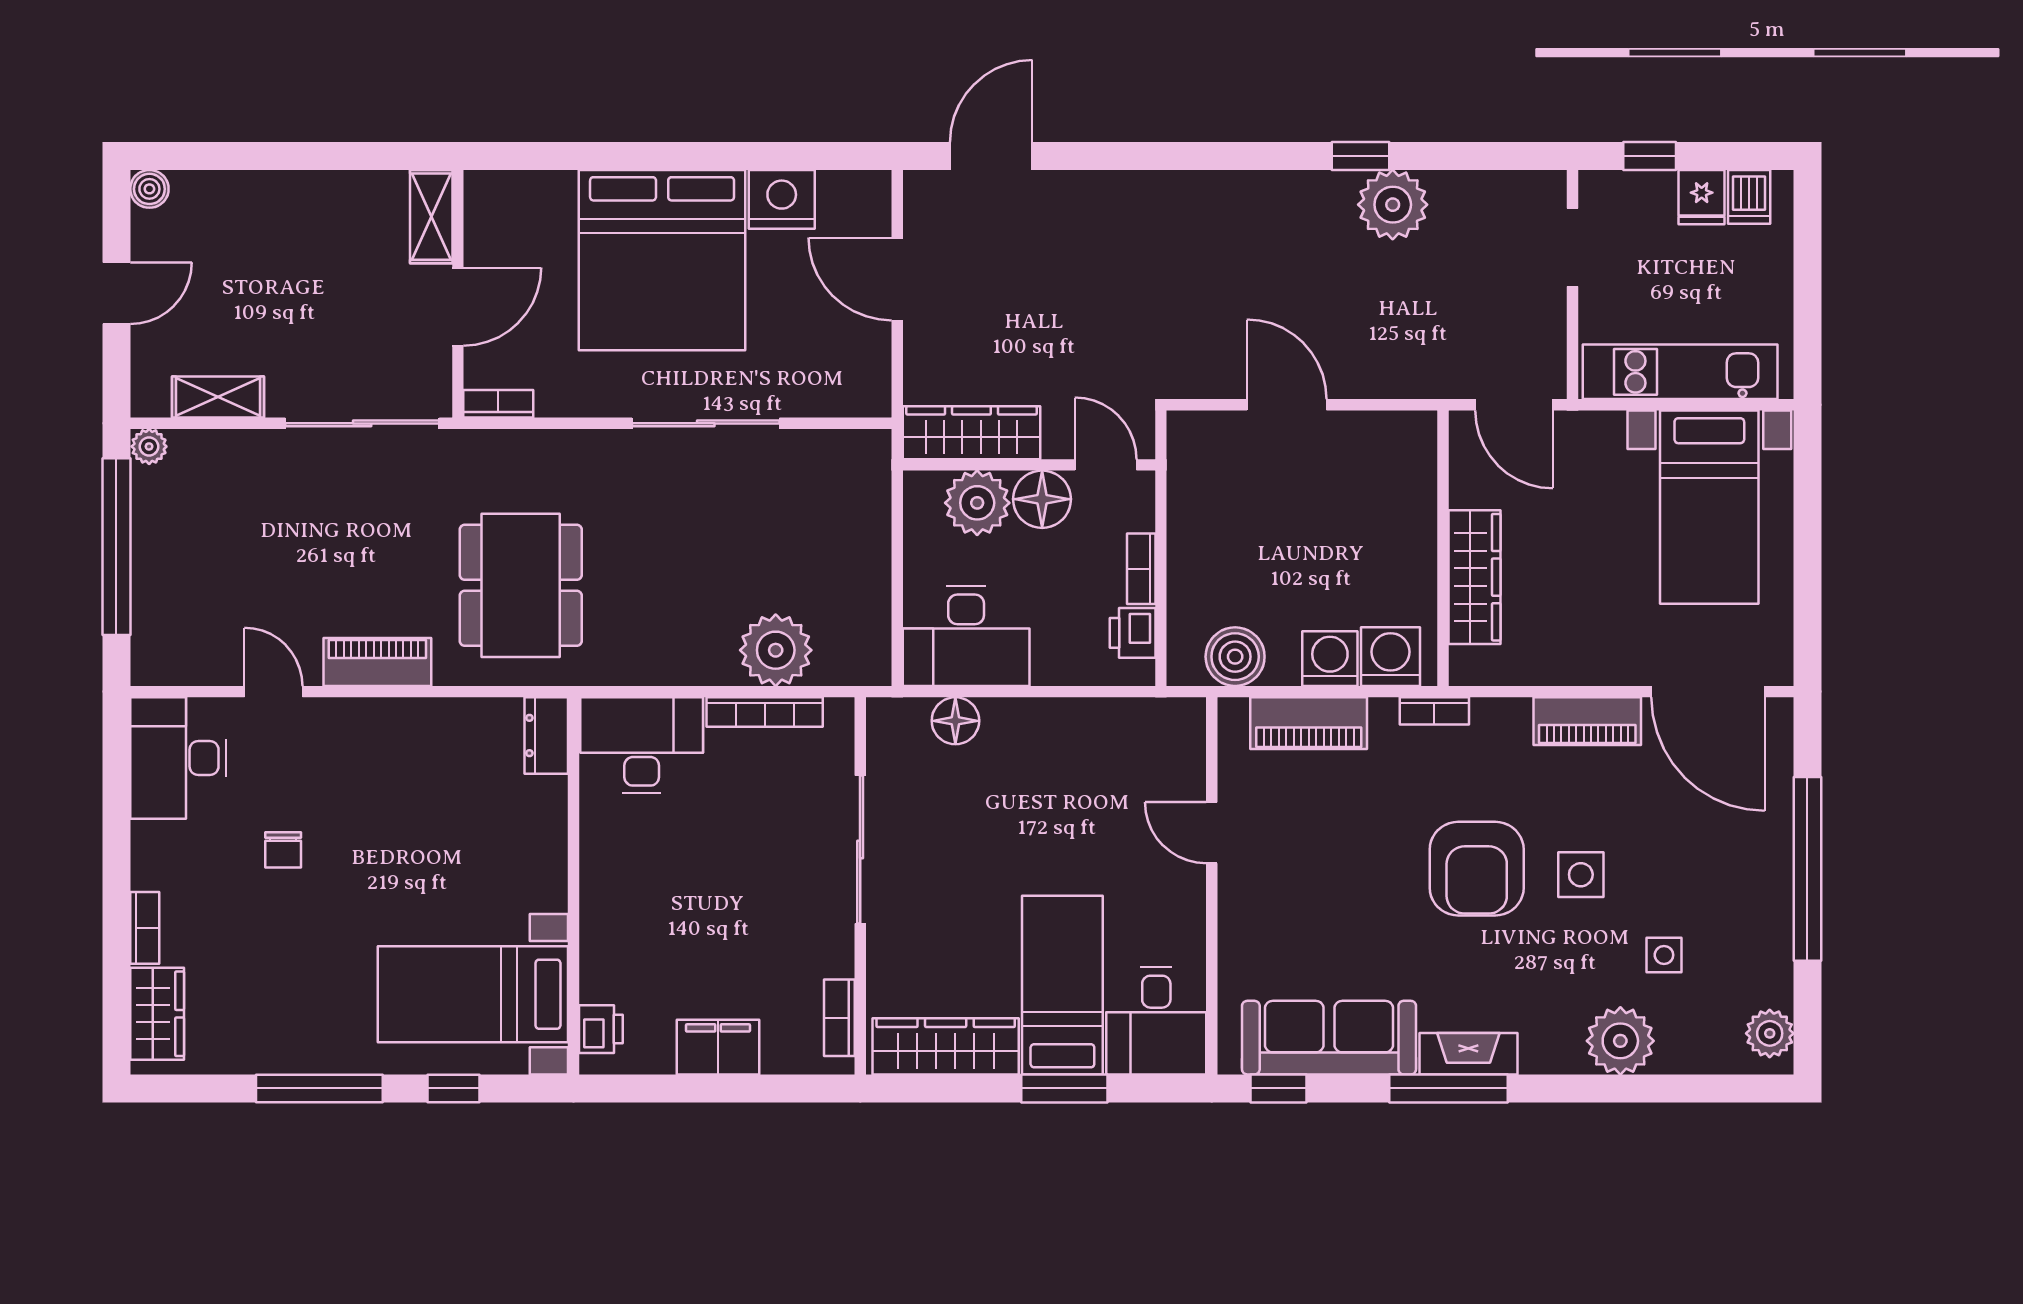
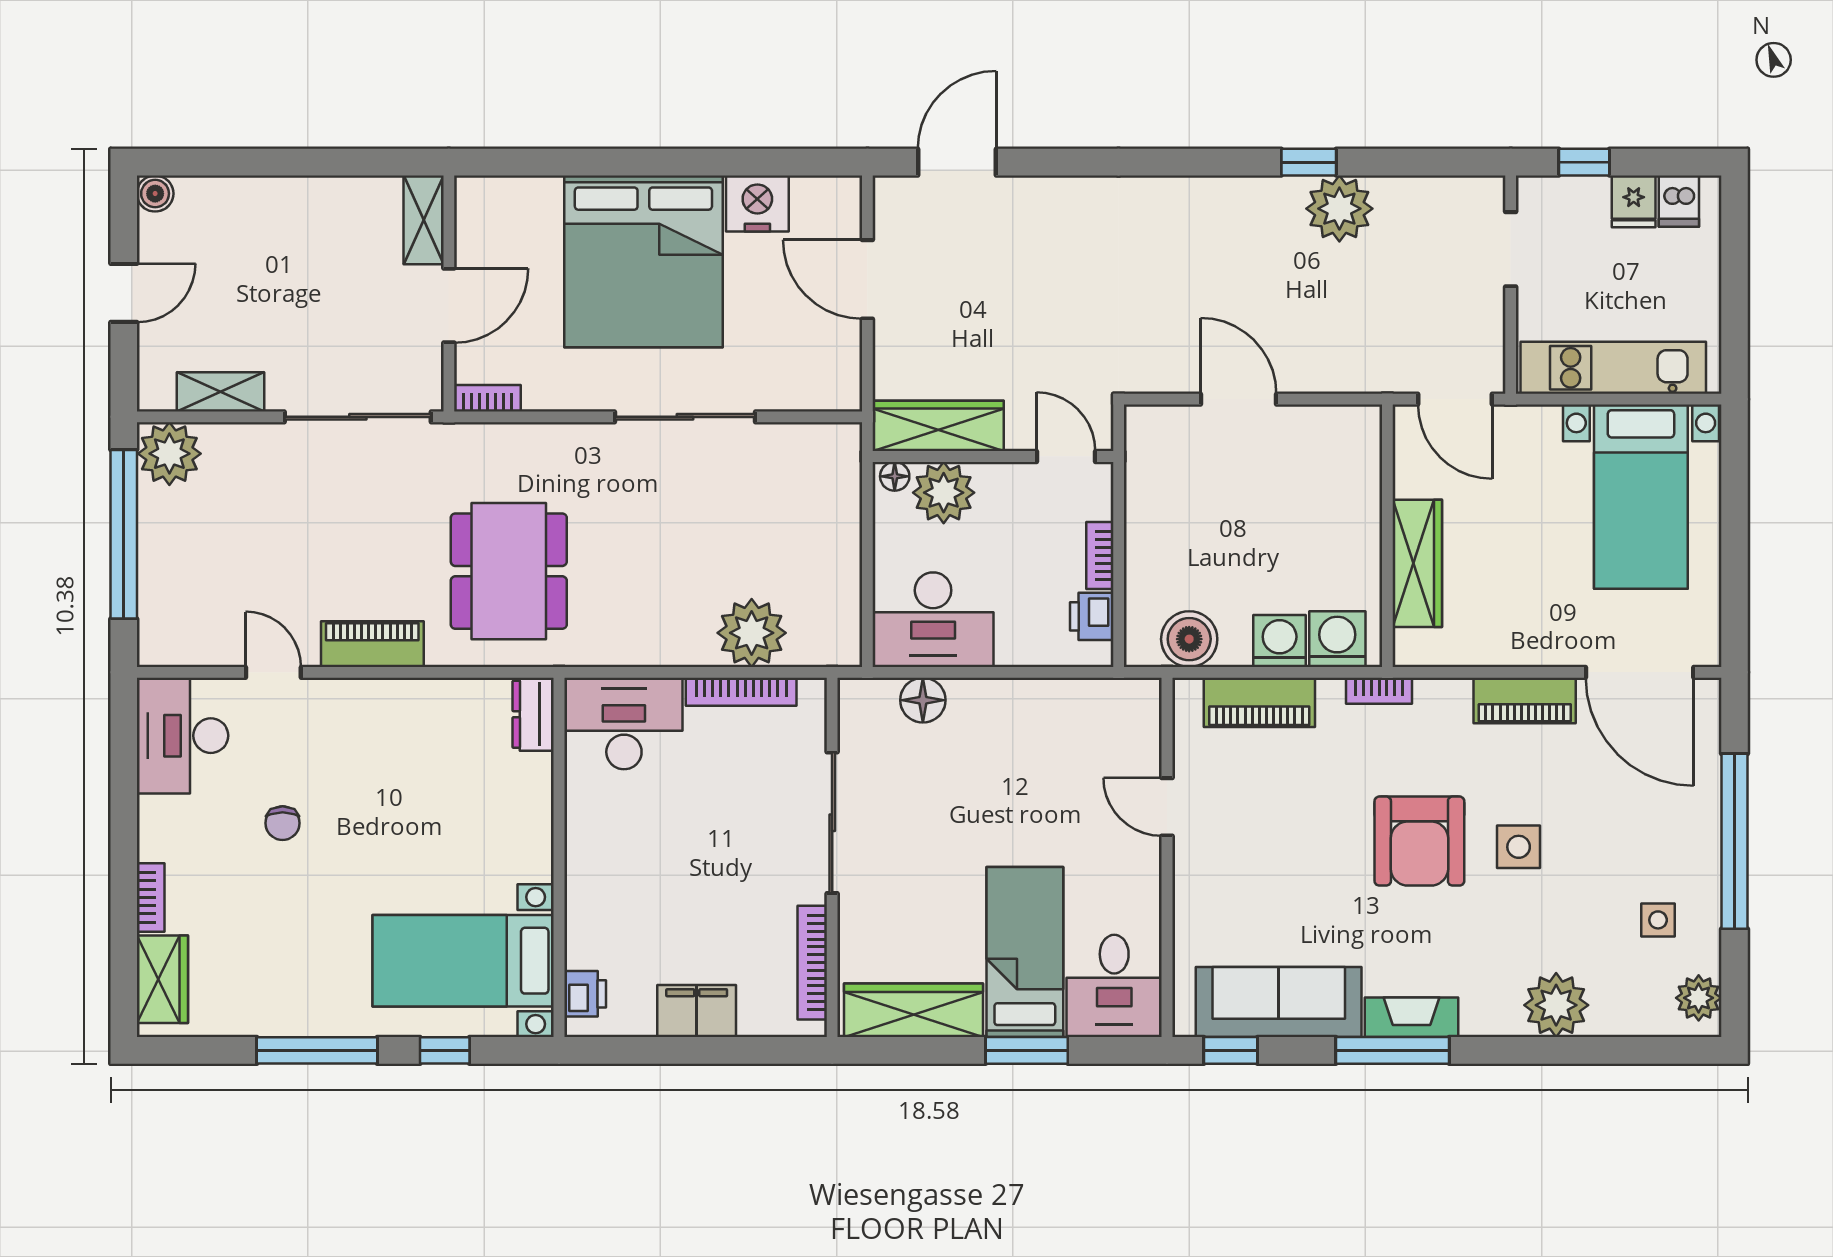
plant: (149, 446) -> (169, 454), width x1.88, depth x1.88
floor lamp: (1042, 499) -> (895, 476), moved, width x0.53, depth x0.53
side table: (1664, 955) -> (1658, 920), moved
bookcase: (839, 1018) -> (812, 963), width x1.56

